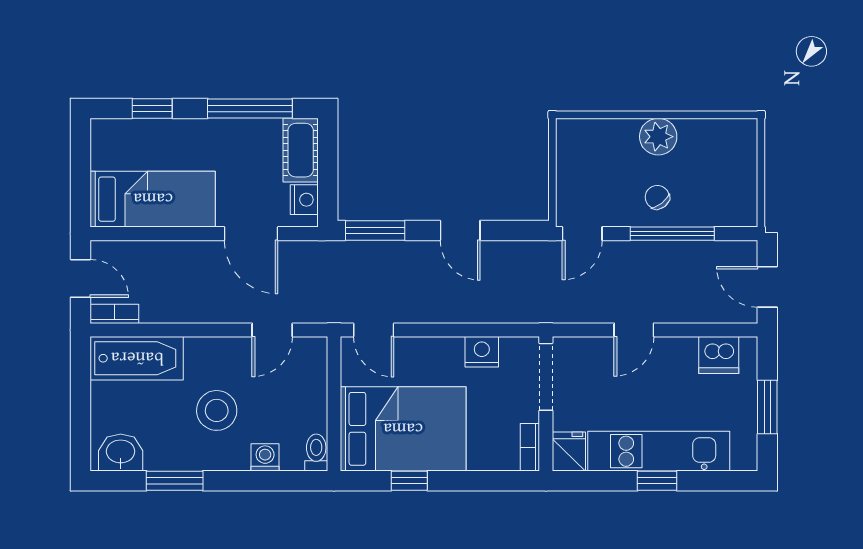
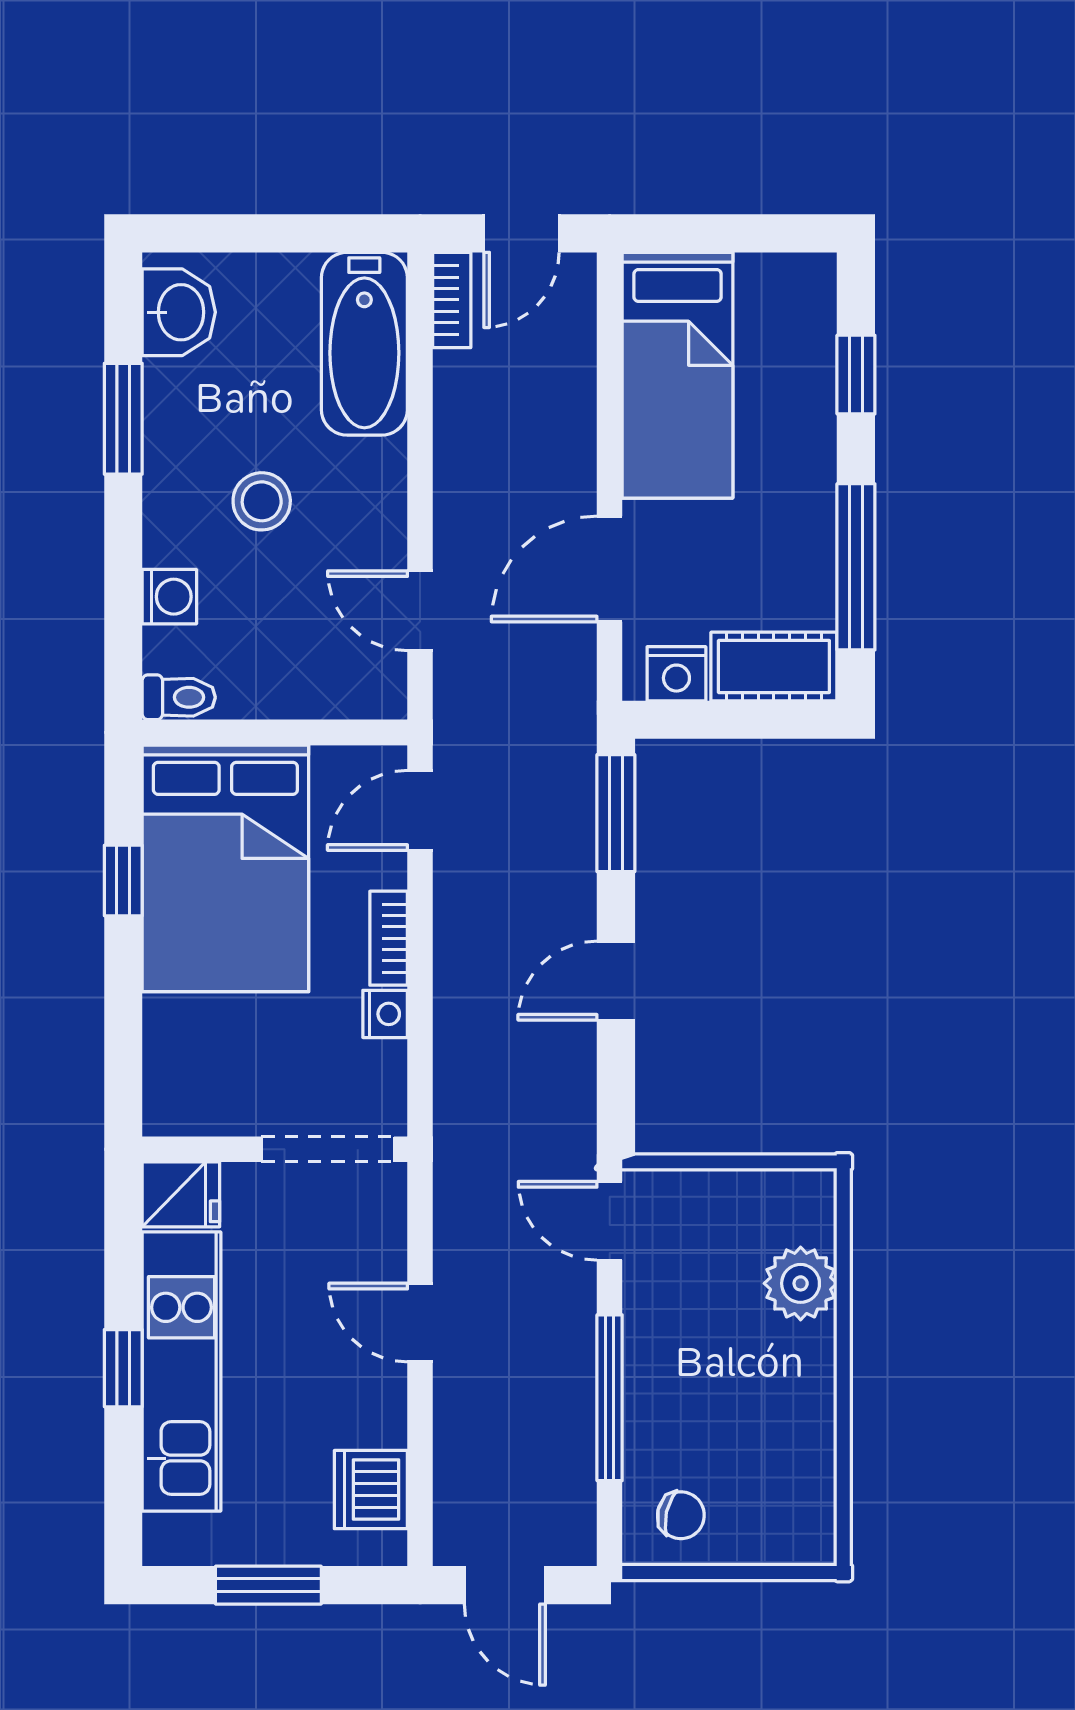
plant: (658, 137) -> (801, 1283), moved
chair: (657, 197) -> (681, 1515), moved, turned 51
door: (767, 287) -> (505, 1585), swing flipped
nightstand: (482, 352) -> (385, 1014), width x0.72, depth x0.74
stool: (217, 410) -> (262, 501), width x0.73, depth x0.73
bookcase: (530, 447) -> (389, 938), moved, turned -90

